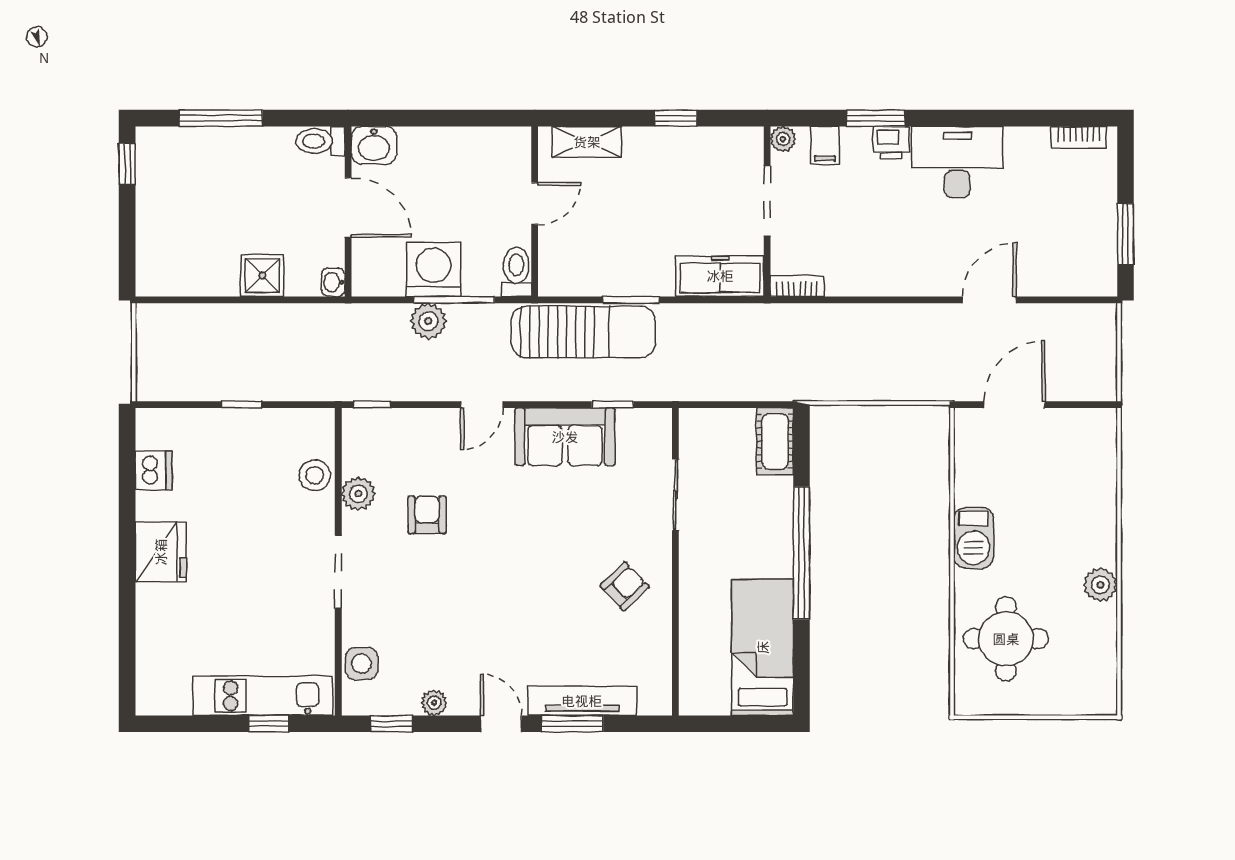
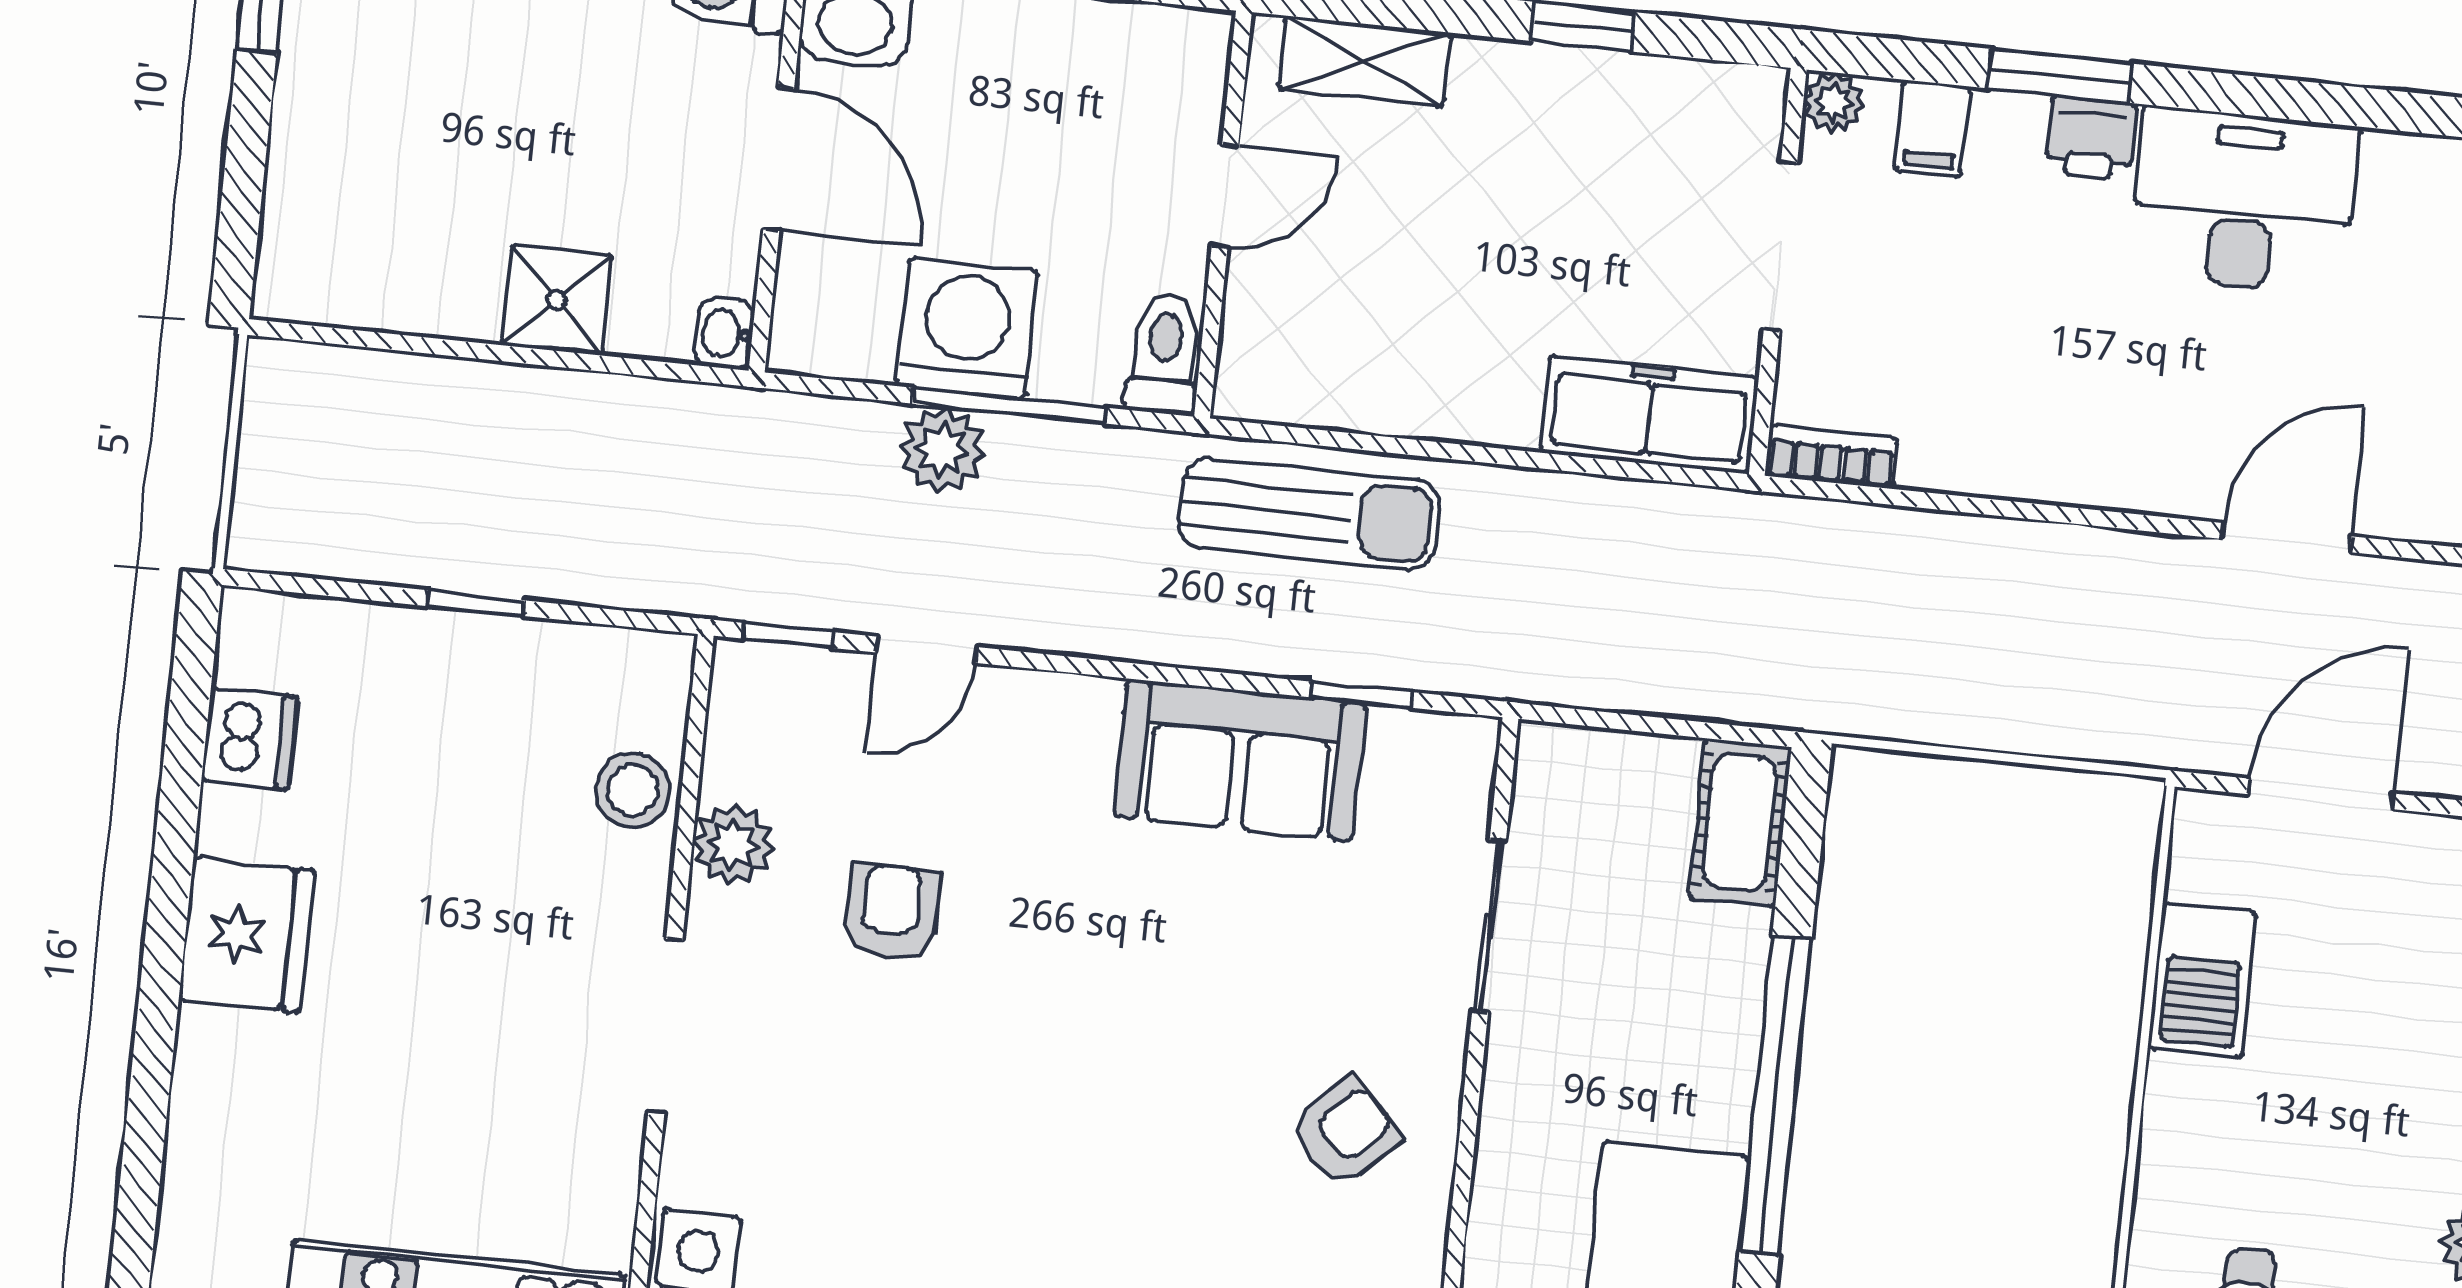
window: (631, 300) -> (1431, 449), removed
sun lounger: (583, 332) -> (1309, 514), width x0.73, depth x0.75
door: (482, 405) -> (926, 650), moved
barbecue: (974, 538) -> (2203, 980), moved

